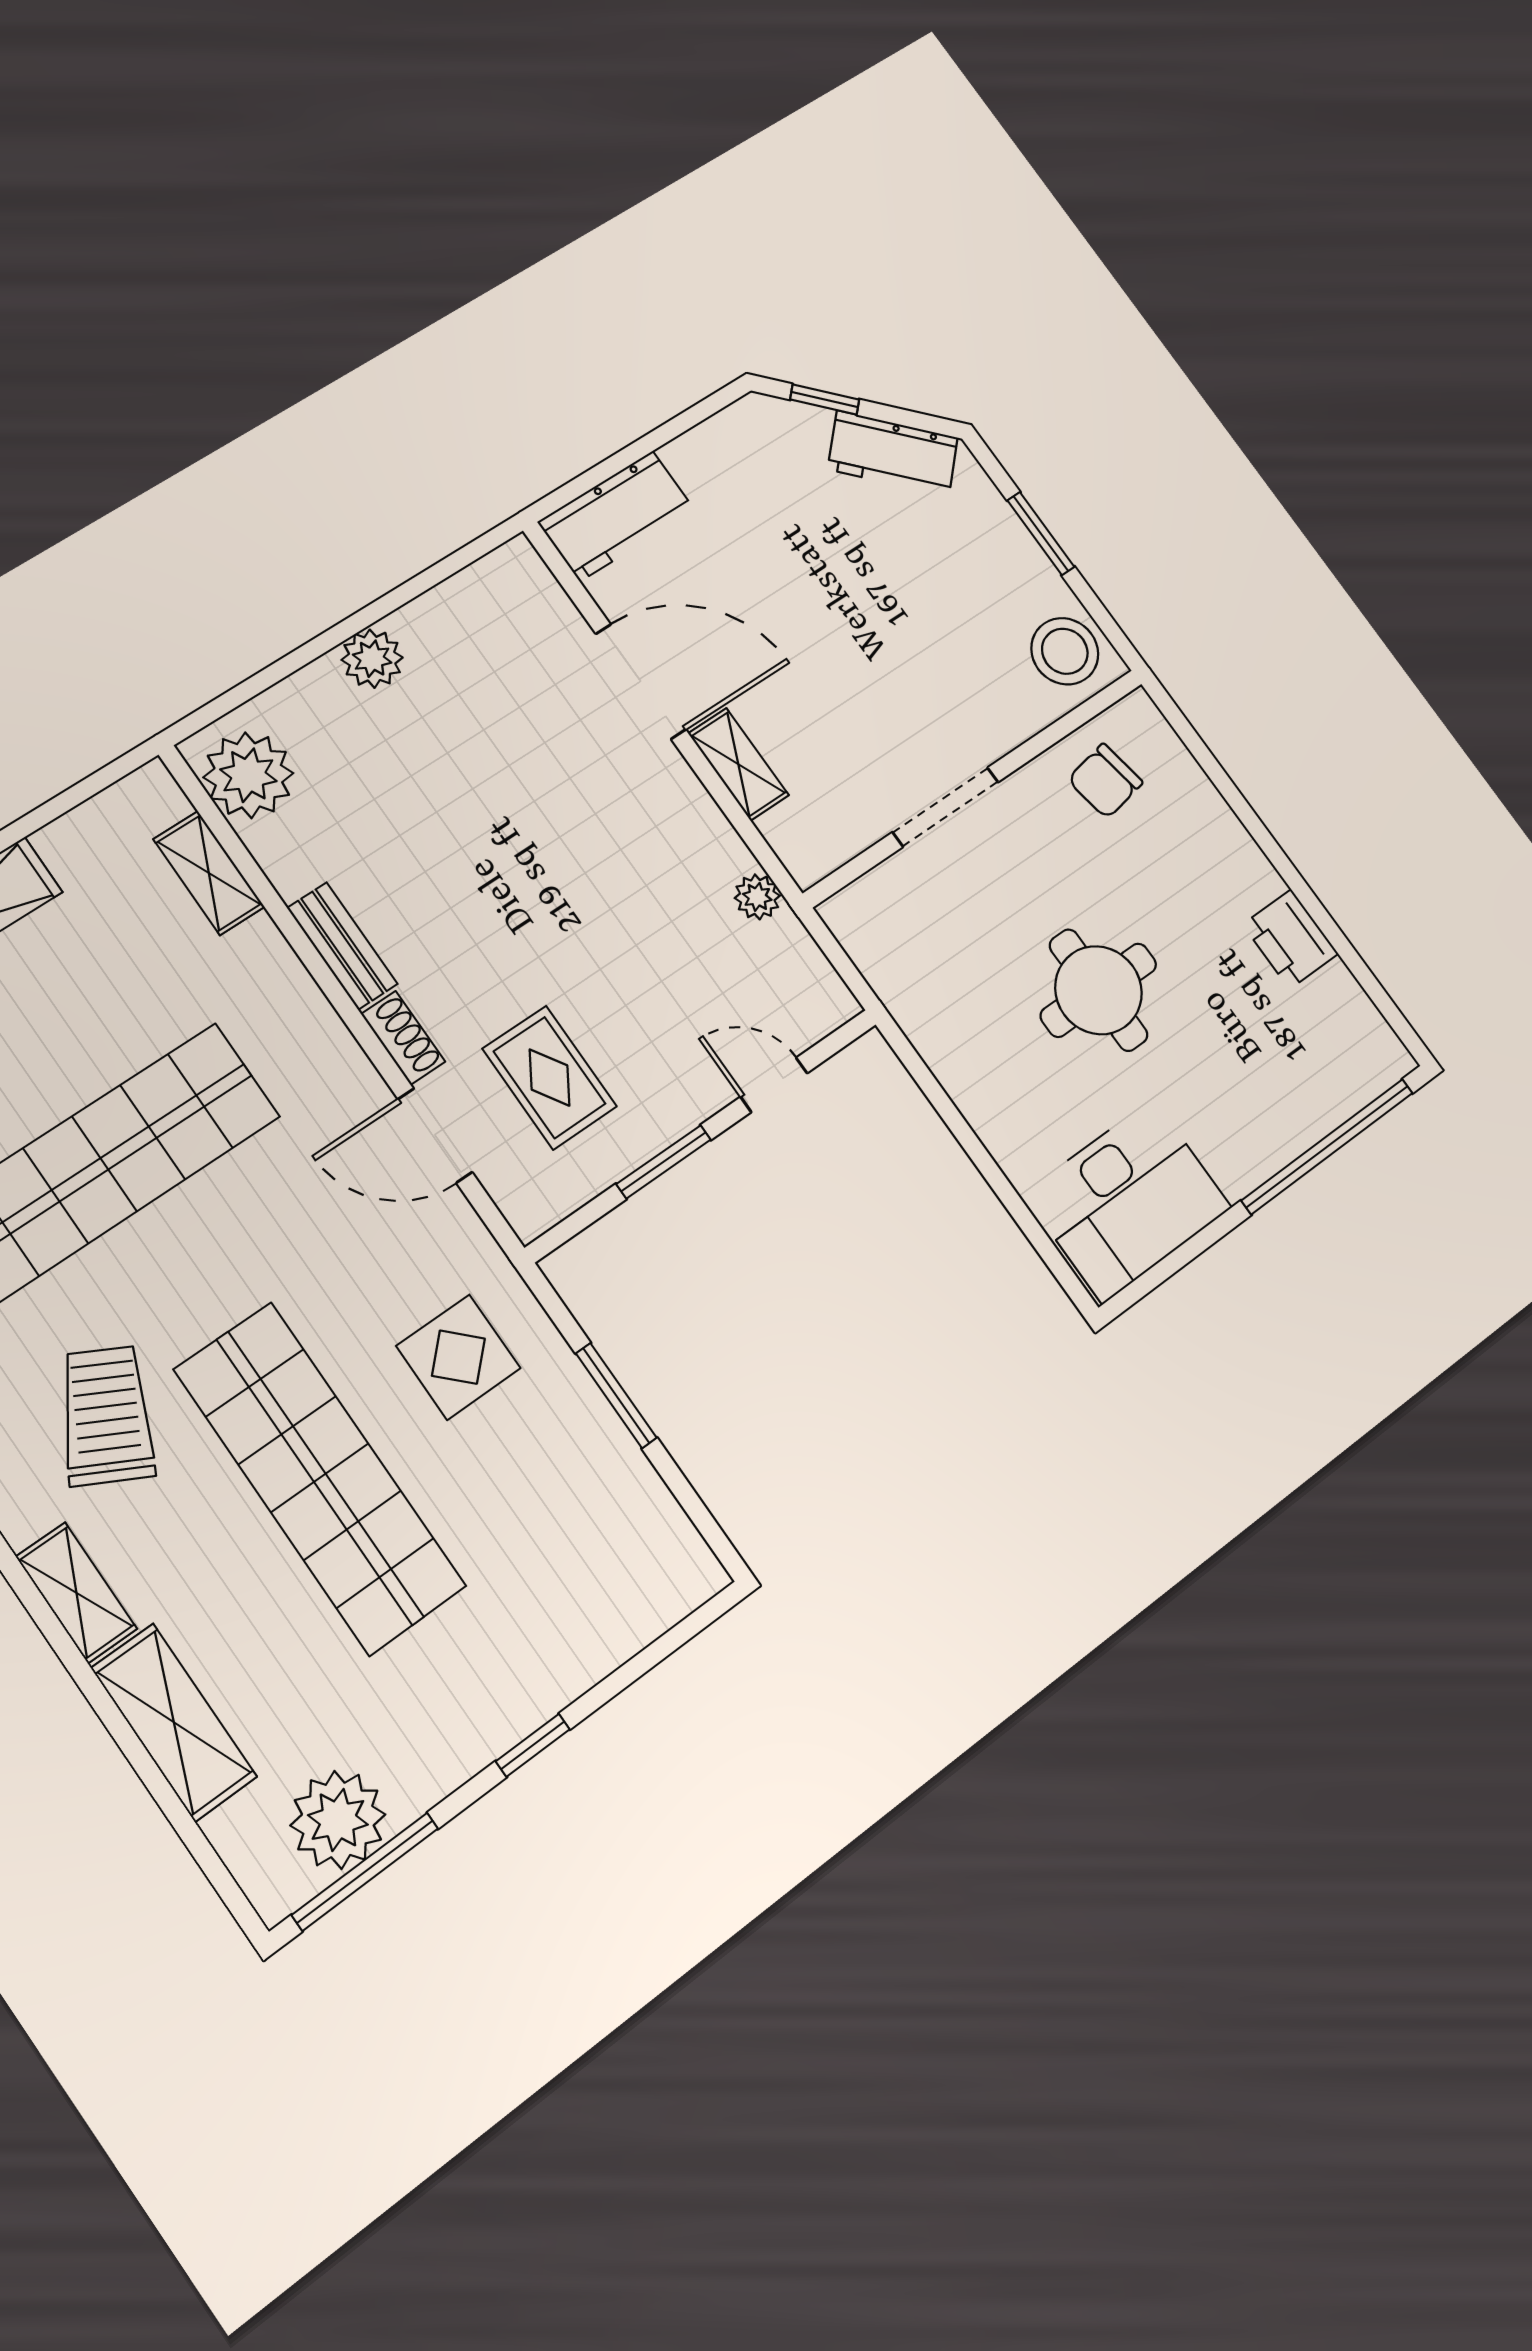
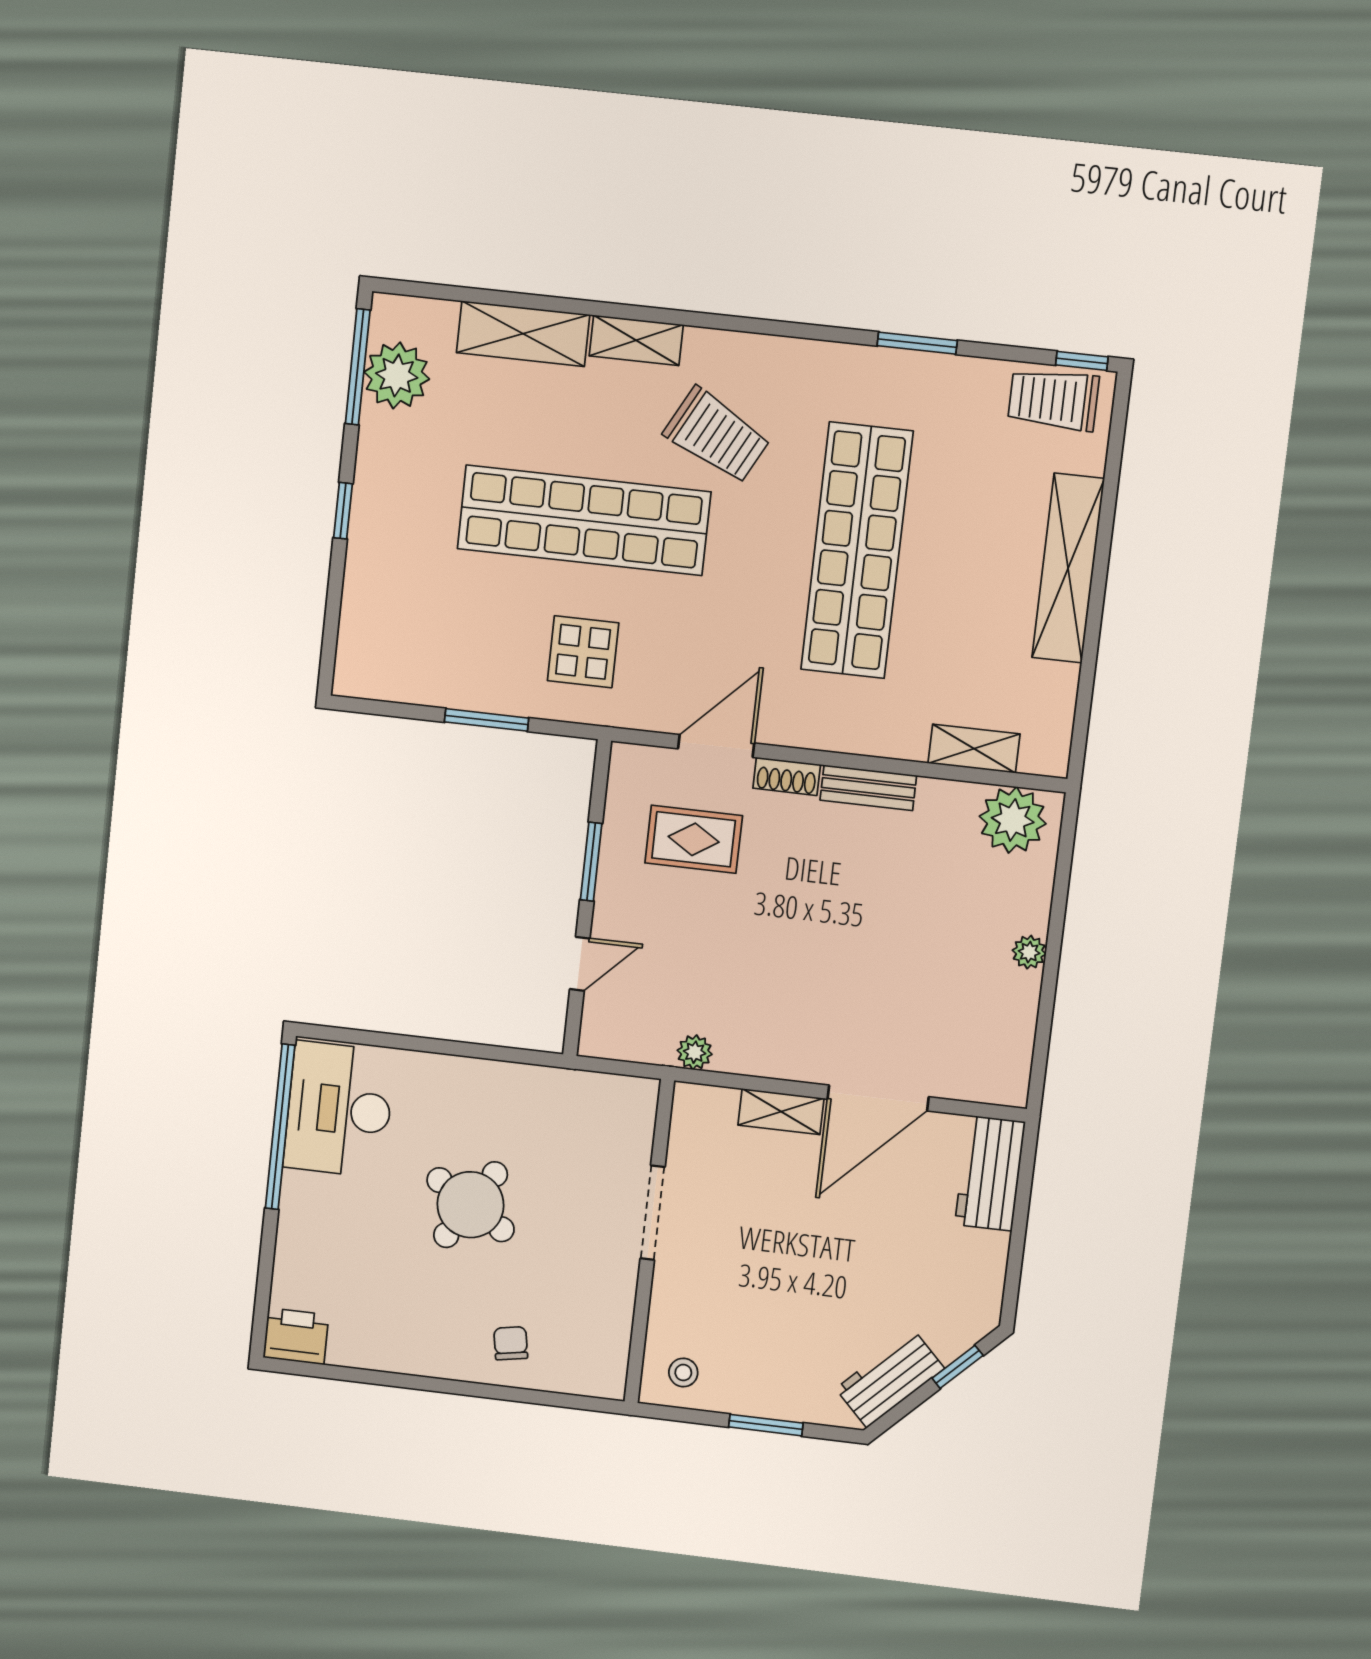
stool: (1065, 651) -> (683, 1373), width x0.53, depth x0.53
plant: (372, 659) -> (1029, 952), width x0.73, depth x0.73
chair: (1105, 781) -> (511, 1343), moved, width x0.73, depth x0.73
printer: (1290, 939) -> (296, 1336), moved
round table: (1098, 990) -> (471, 1205), turned 32
window: (1328, 1146) -> (280, 1127), moved

